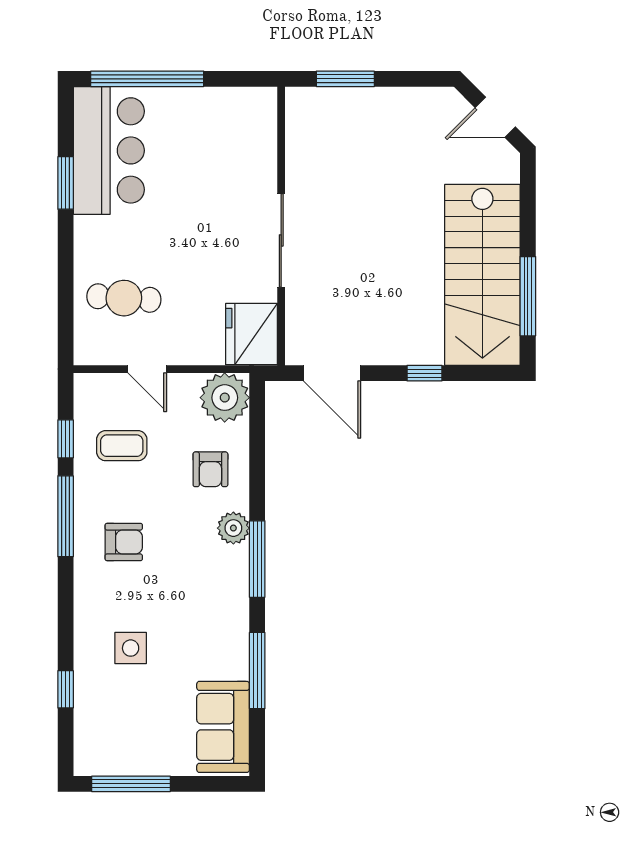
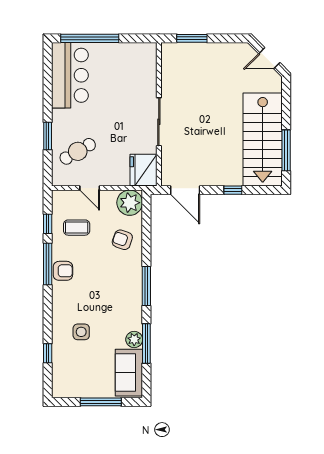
window: (66, 183) -> (48, 136), moved
cafe table: (124, 298) -> (78, 151), turned -34
armchair: (210, 469) -> (122, 240), turned 109
plant: (233, 528) -> (134, 339), moved
armchair: (124, 542) -> (63, 271), moved
window: (131, 784) -> (101, 402), moved

